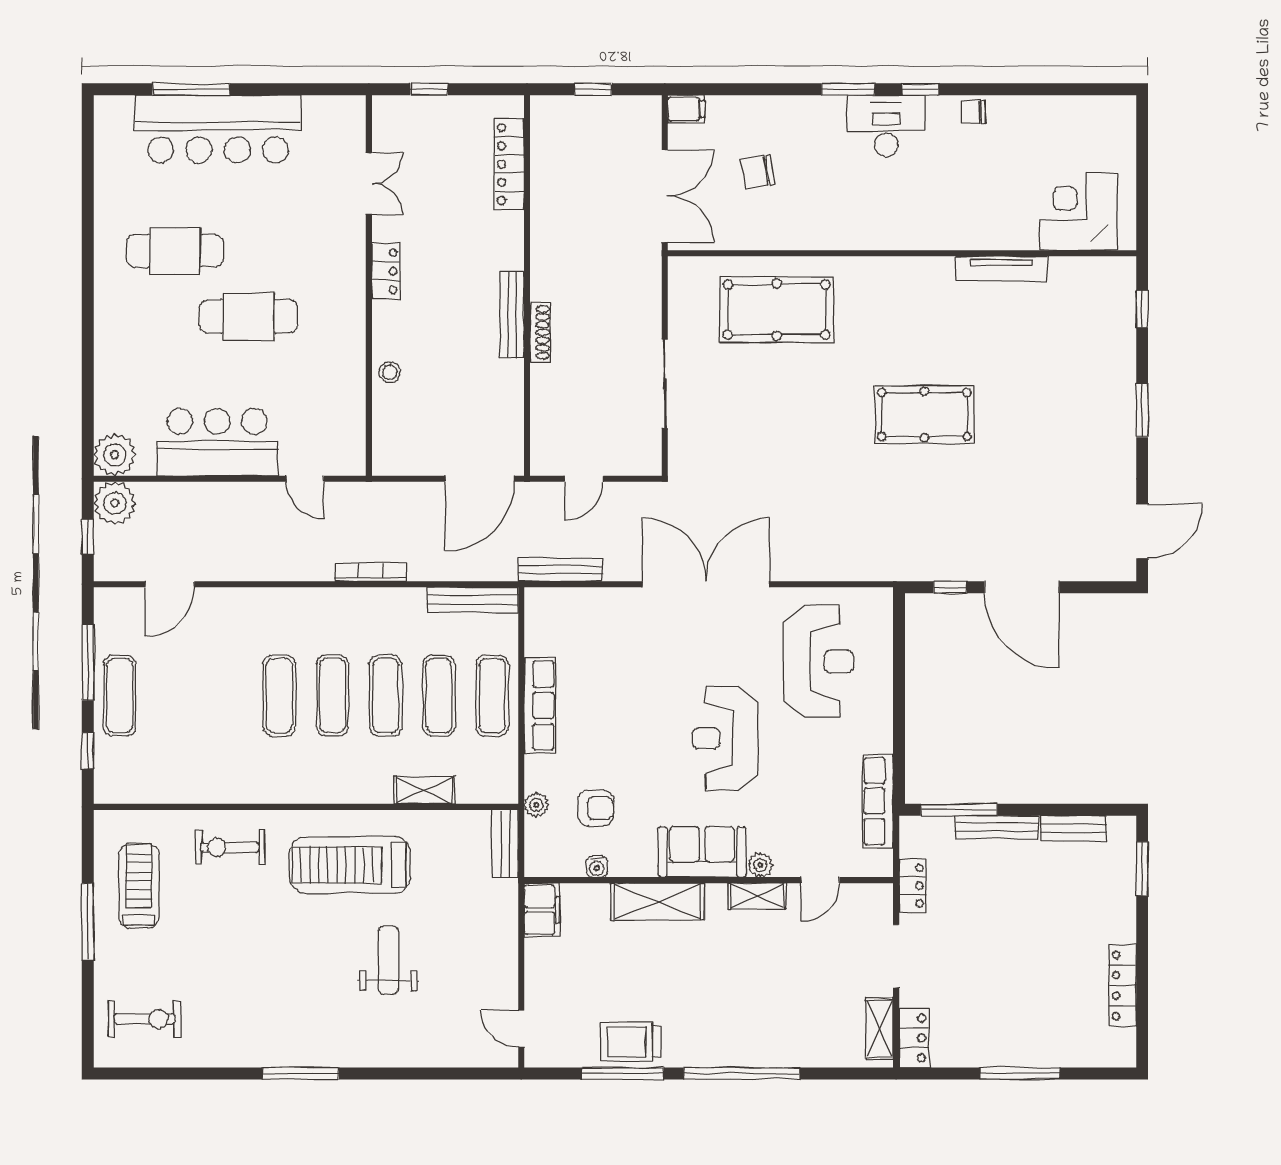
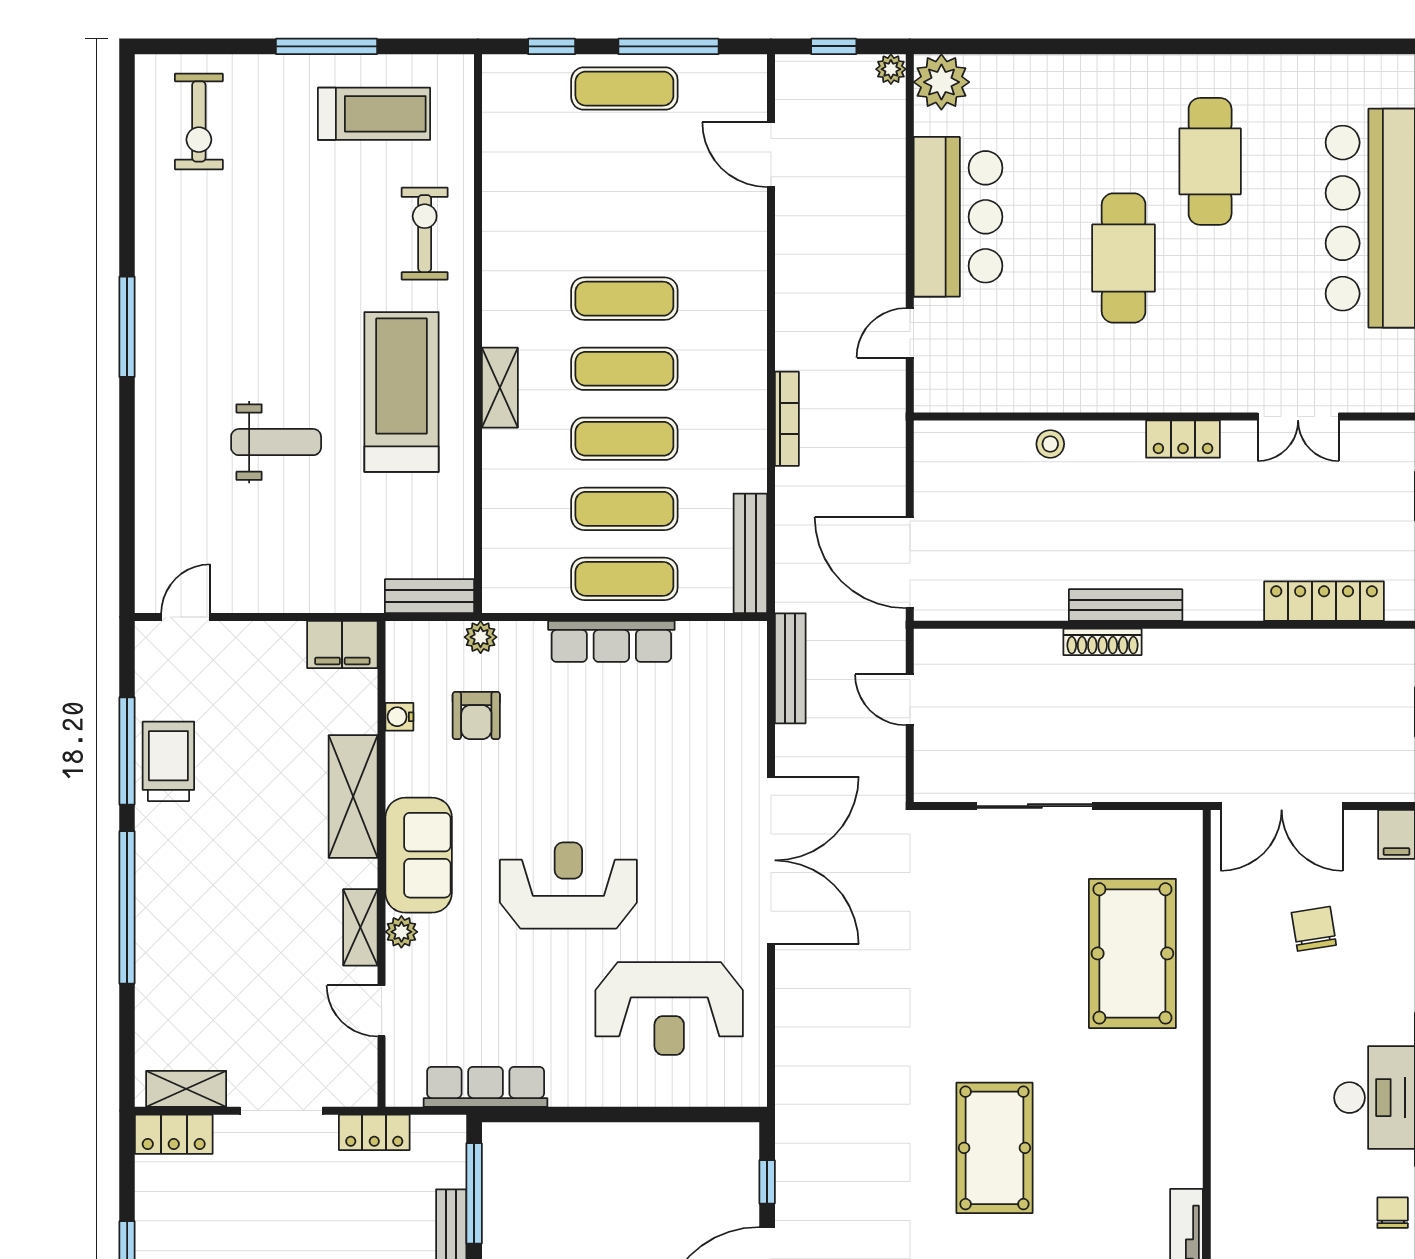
plant: (115, 503) -> (891, 69), width x0.53, depth x0.53
shelving: (424, 790) -> (500, 388), moved

